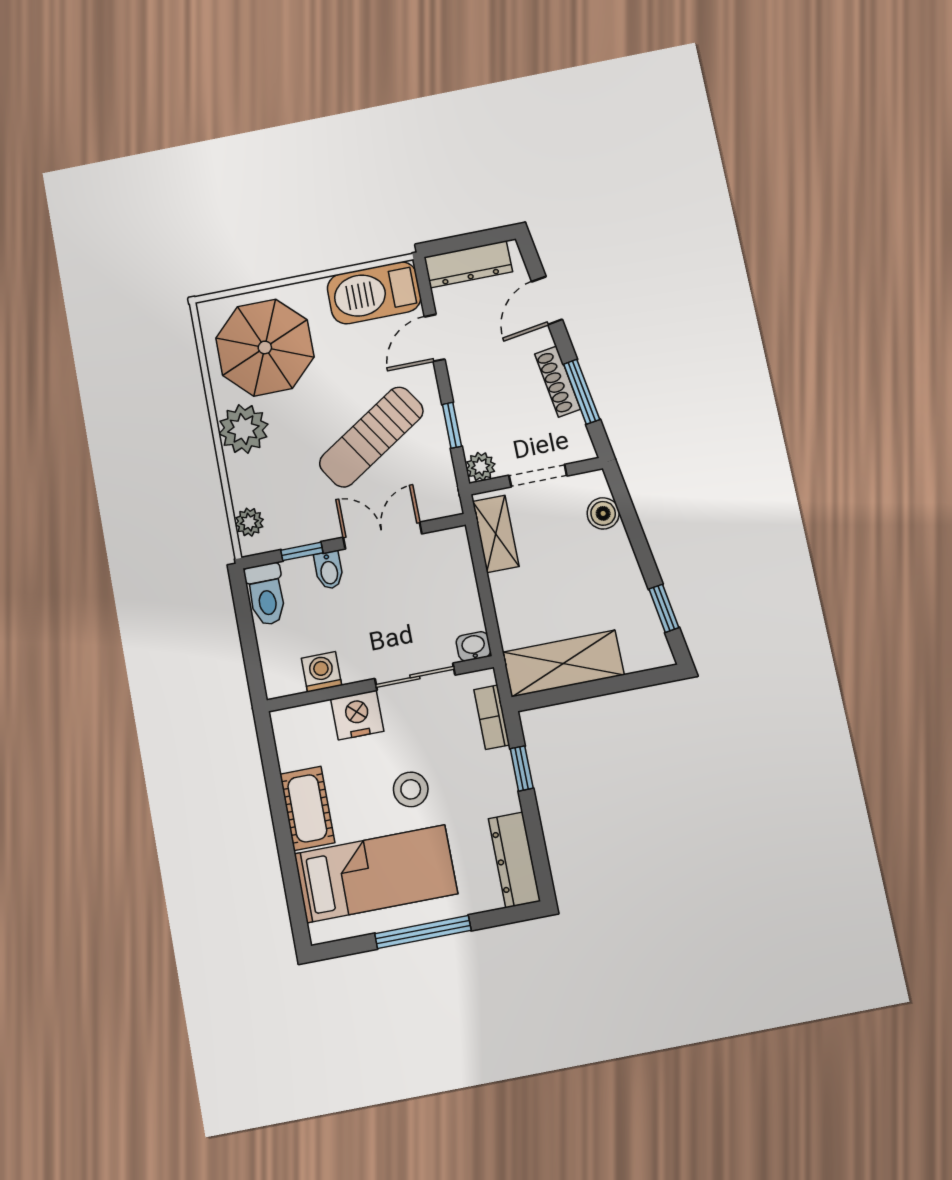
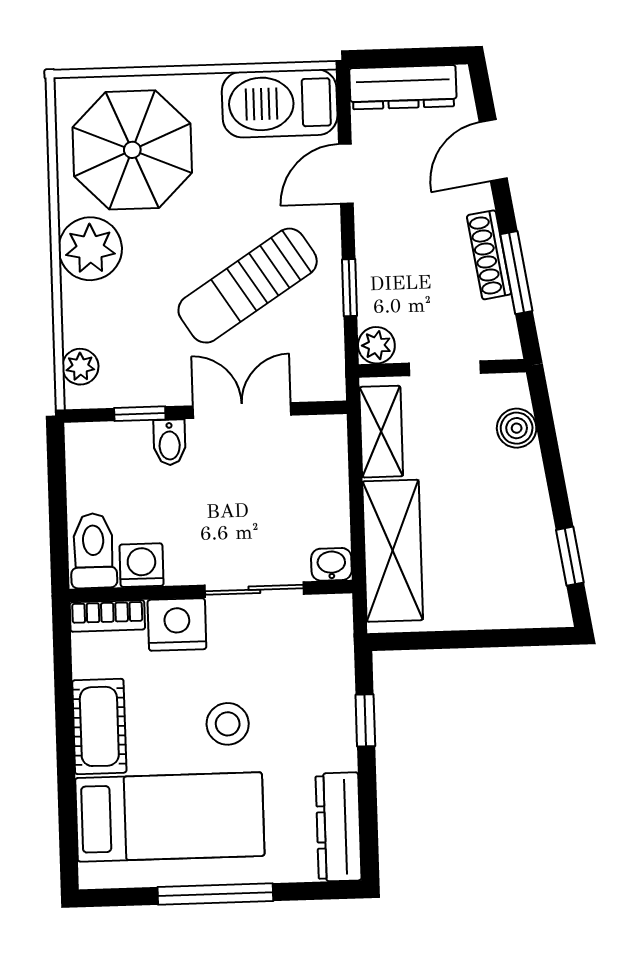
toilet: (266, 594) -> (93, 551), moved, turned 180
shelving: (563, 664) -> (393, 551), moved, turned 90
bookcase: (492, 717) -> (107, 616), moved, turned -90

